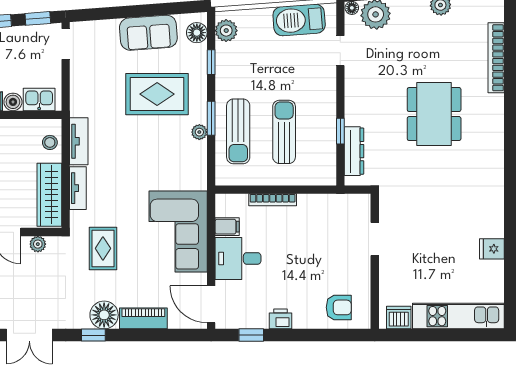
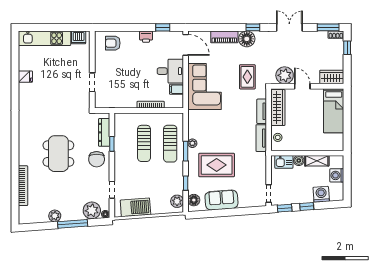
chair: (367, 104) -> (97, 159), added
sun lounger: (238, 131) -> (170, 144), turned 180
plant: (38, 244) -> (285, 75), width x1.88, depth x1.88

